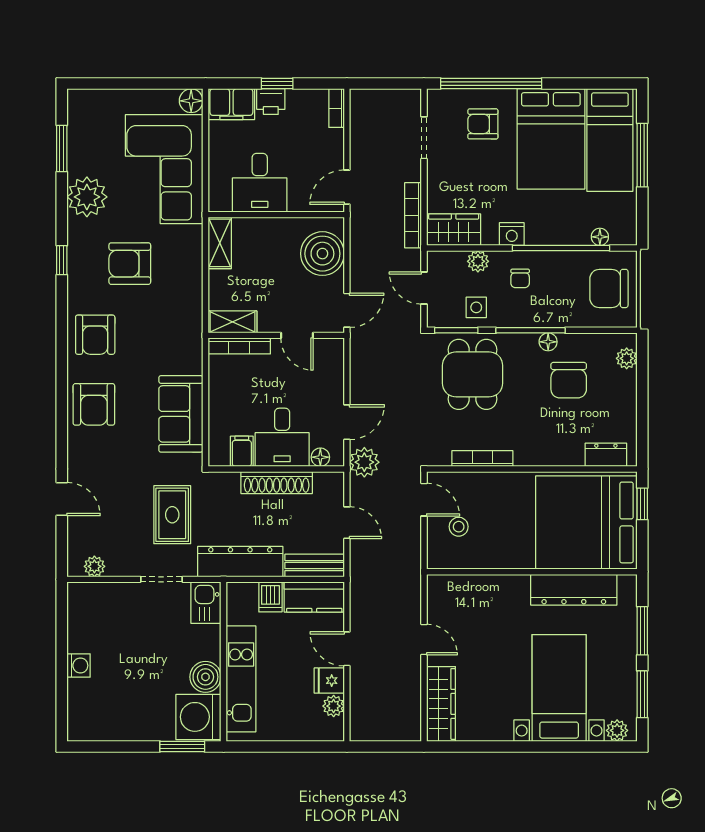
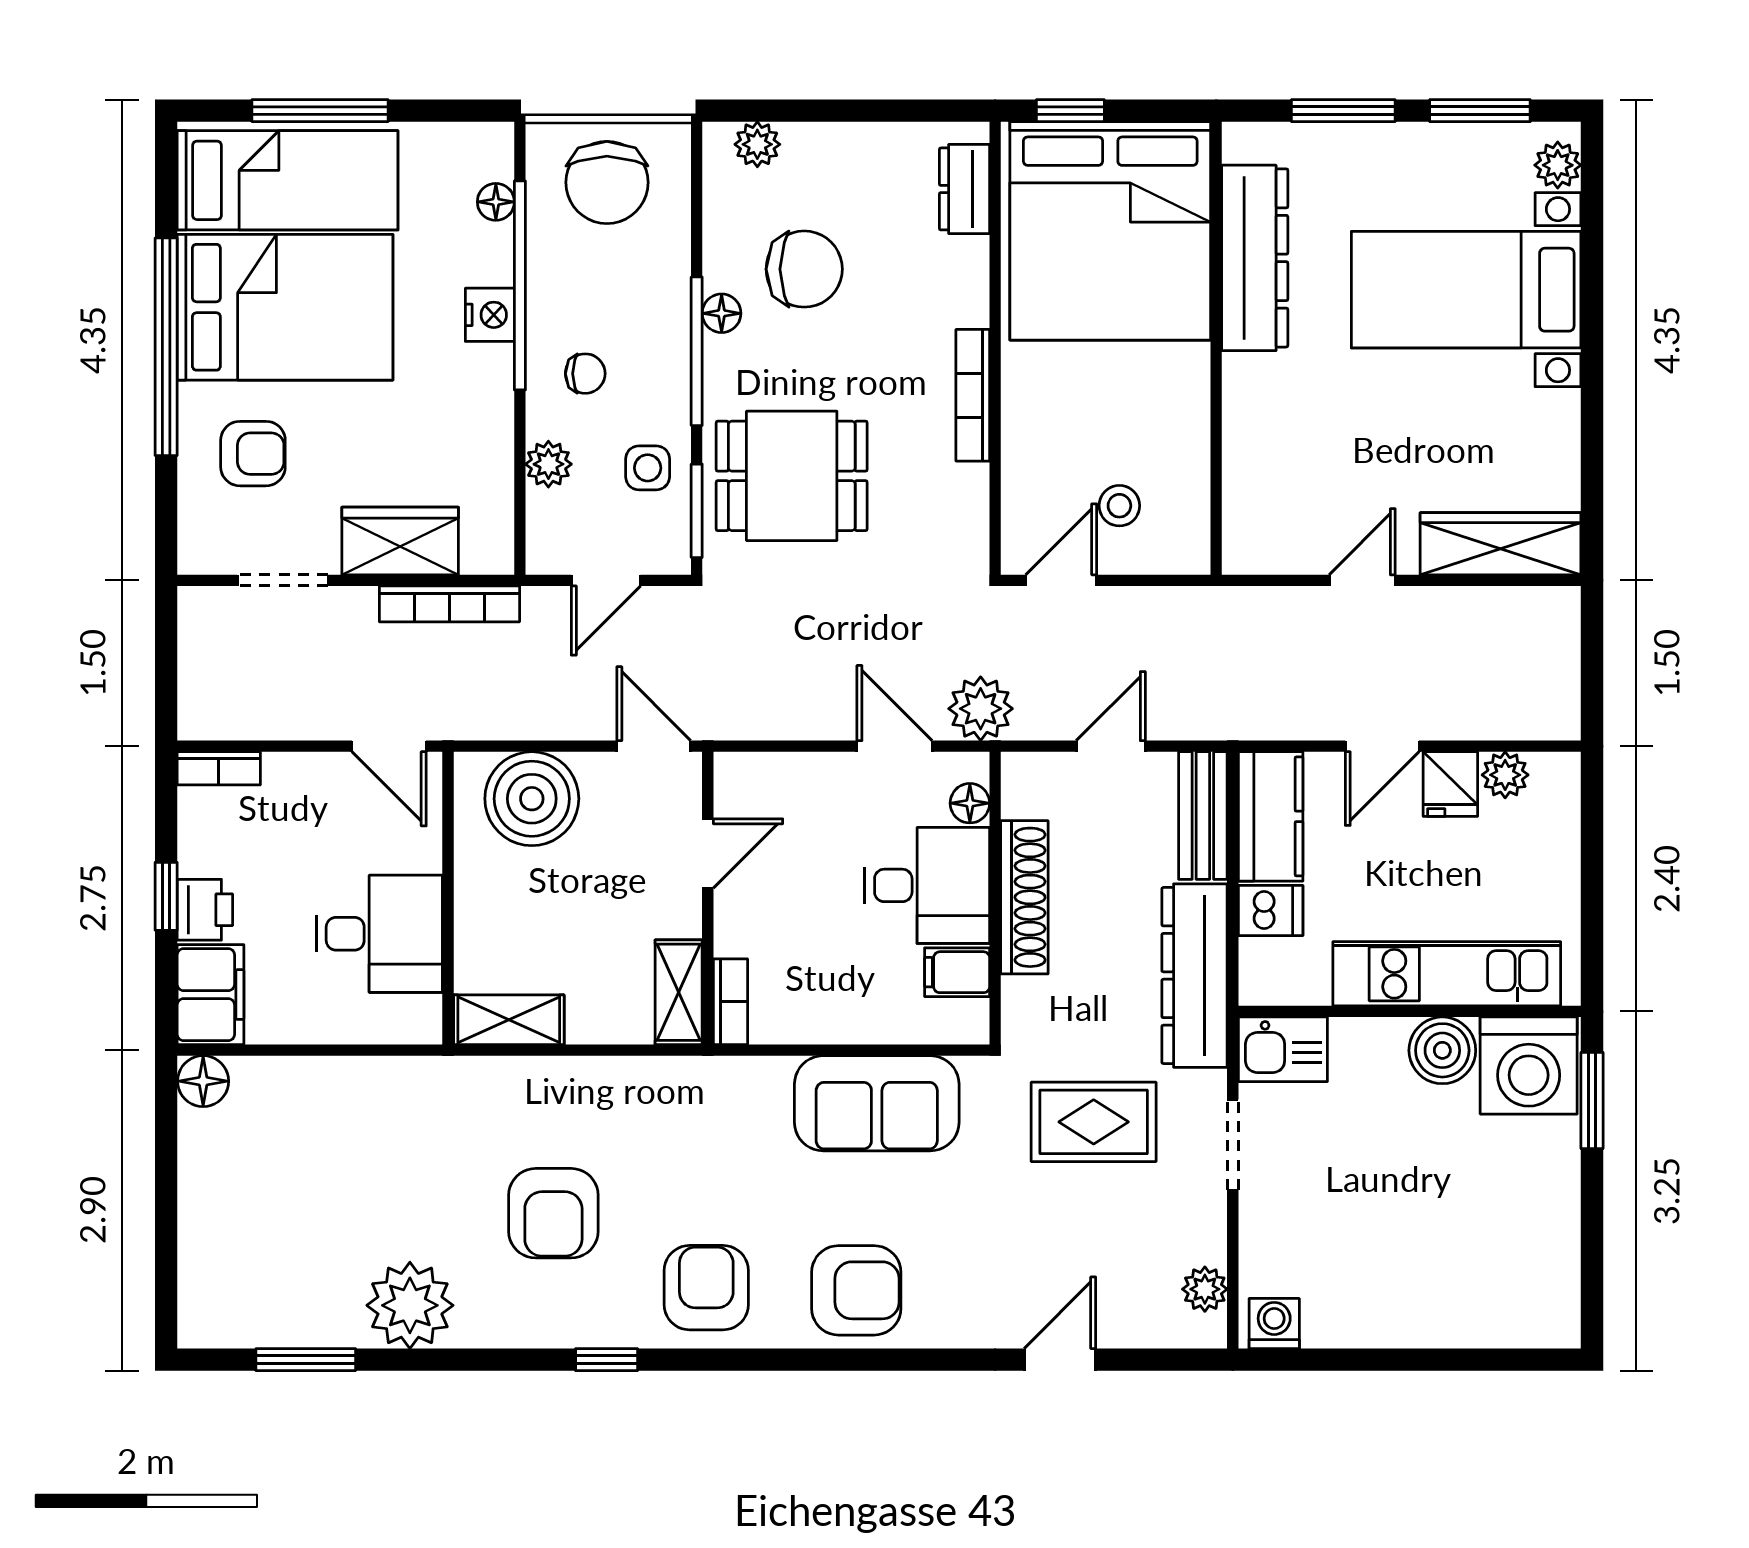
window: (491, 84) -> (166, 347), moved
armchair: (483, 124) -> (253, 454), turned -90
corner sofa: (164, 169) -> (350, 1139), removed
wardrobe: (454, 230) -> (400, 541), moved, turned 90
nightstand: (512, 234) -> (490, 315), moved
window: (62, 260) -> (607, 1360), moved
armchair: (95, 335) -> (706, 1288), turned -90
bookcase: (239, 346) -> (730, 1002), width x0.64
bookcase: (482, 459) -> (973, 395), moved
washing machine: (78, 666) -> (1274, 1323), moved

